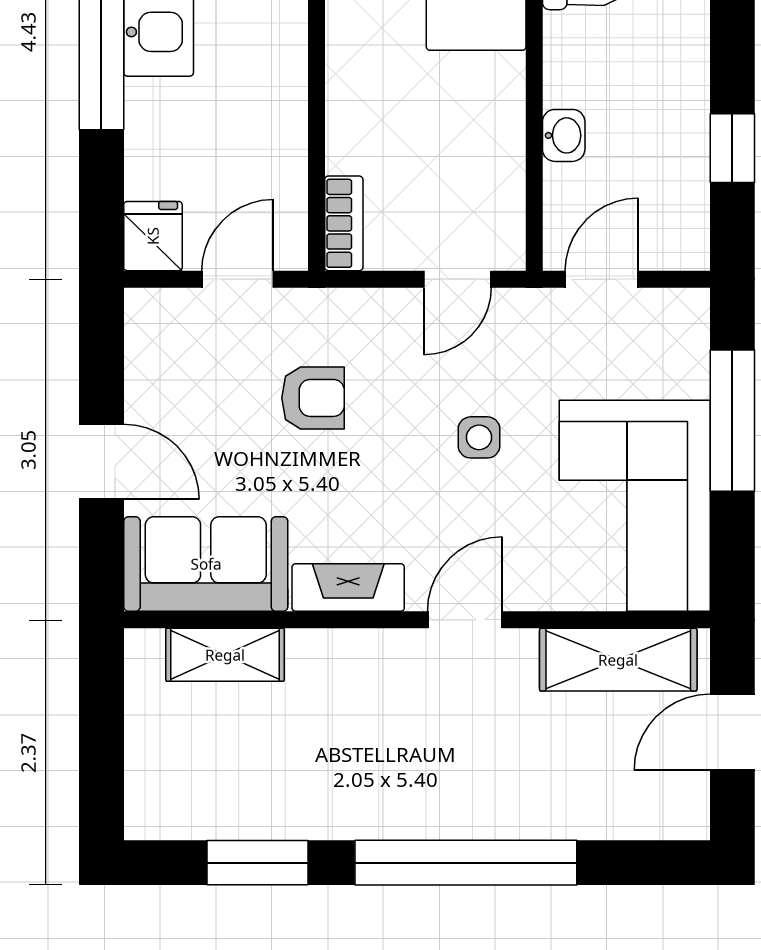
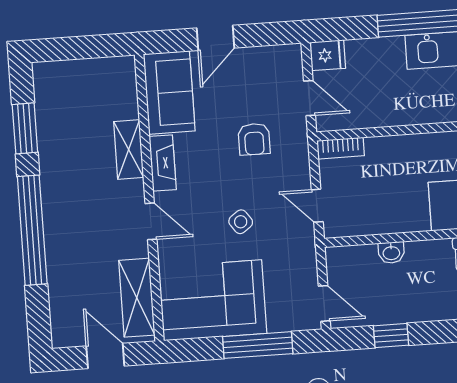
door: (602, 279) -> (324, 303), moved
side table: (479, 437) -> (241, 222), turned -36
shelving: (225, 655) -> (129, 150), moved

